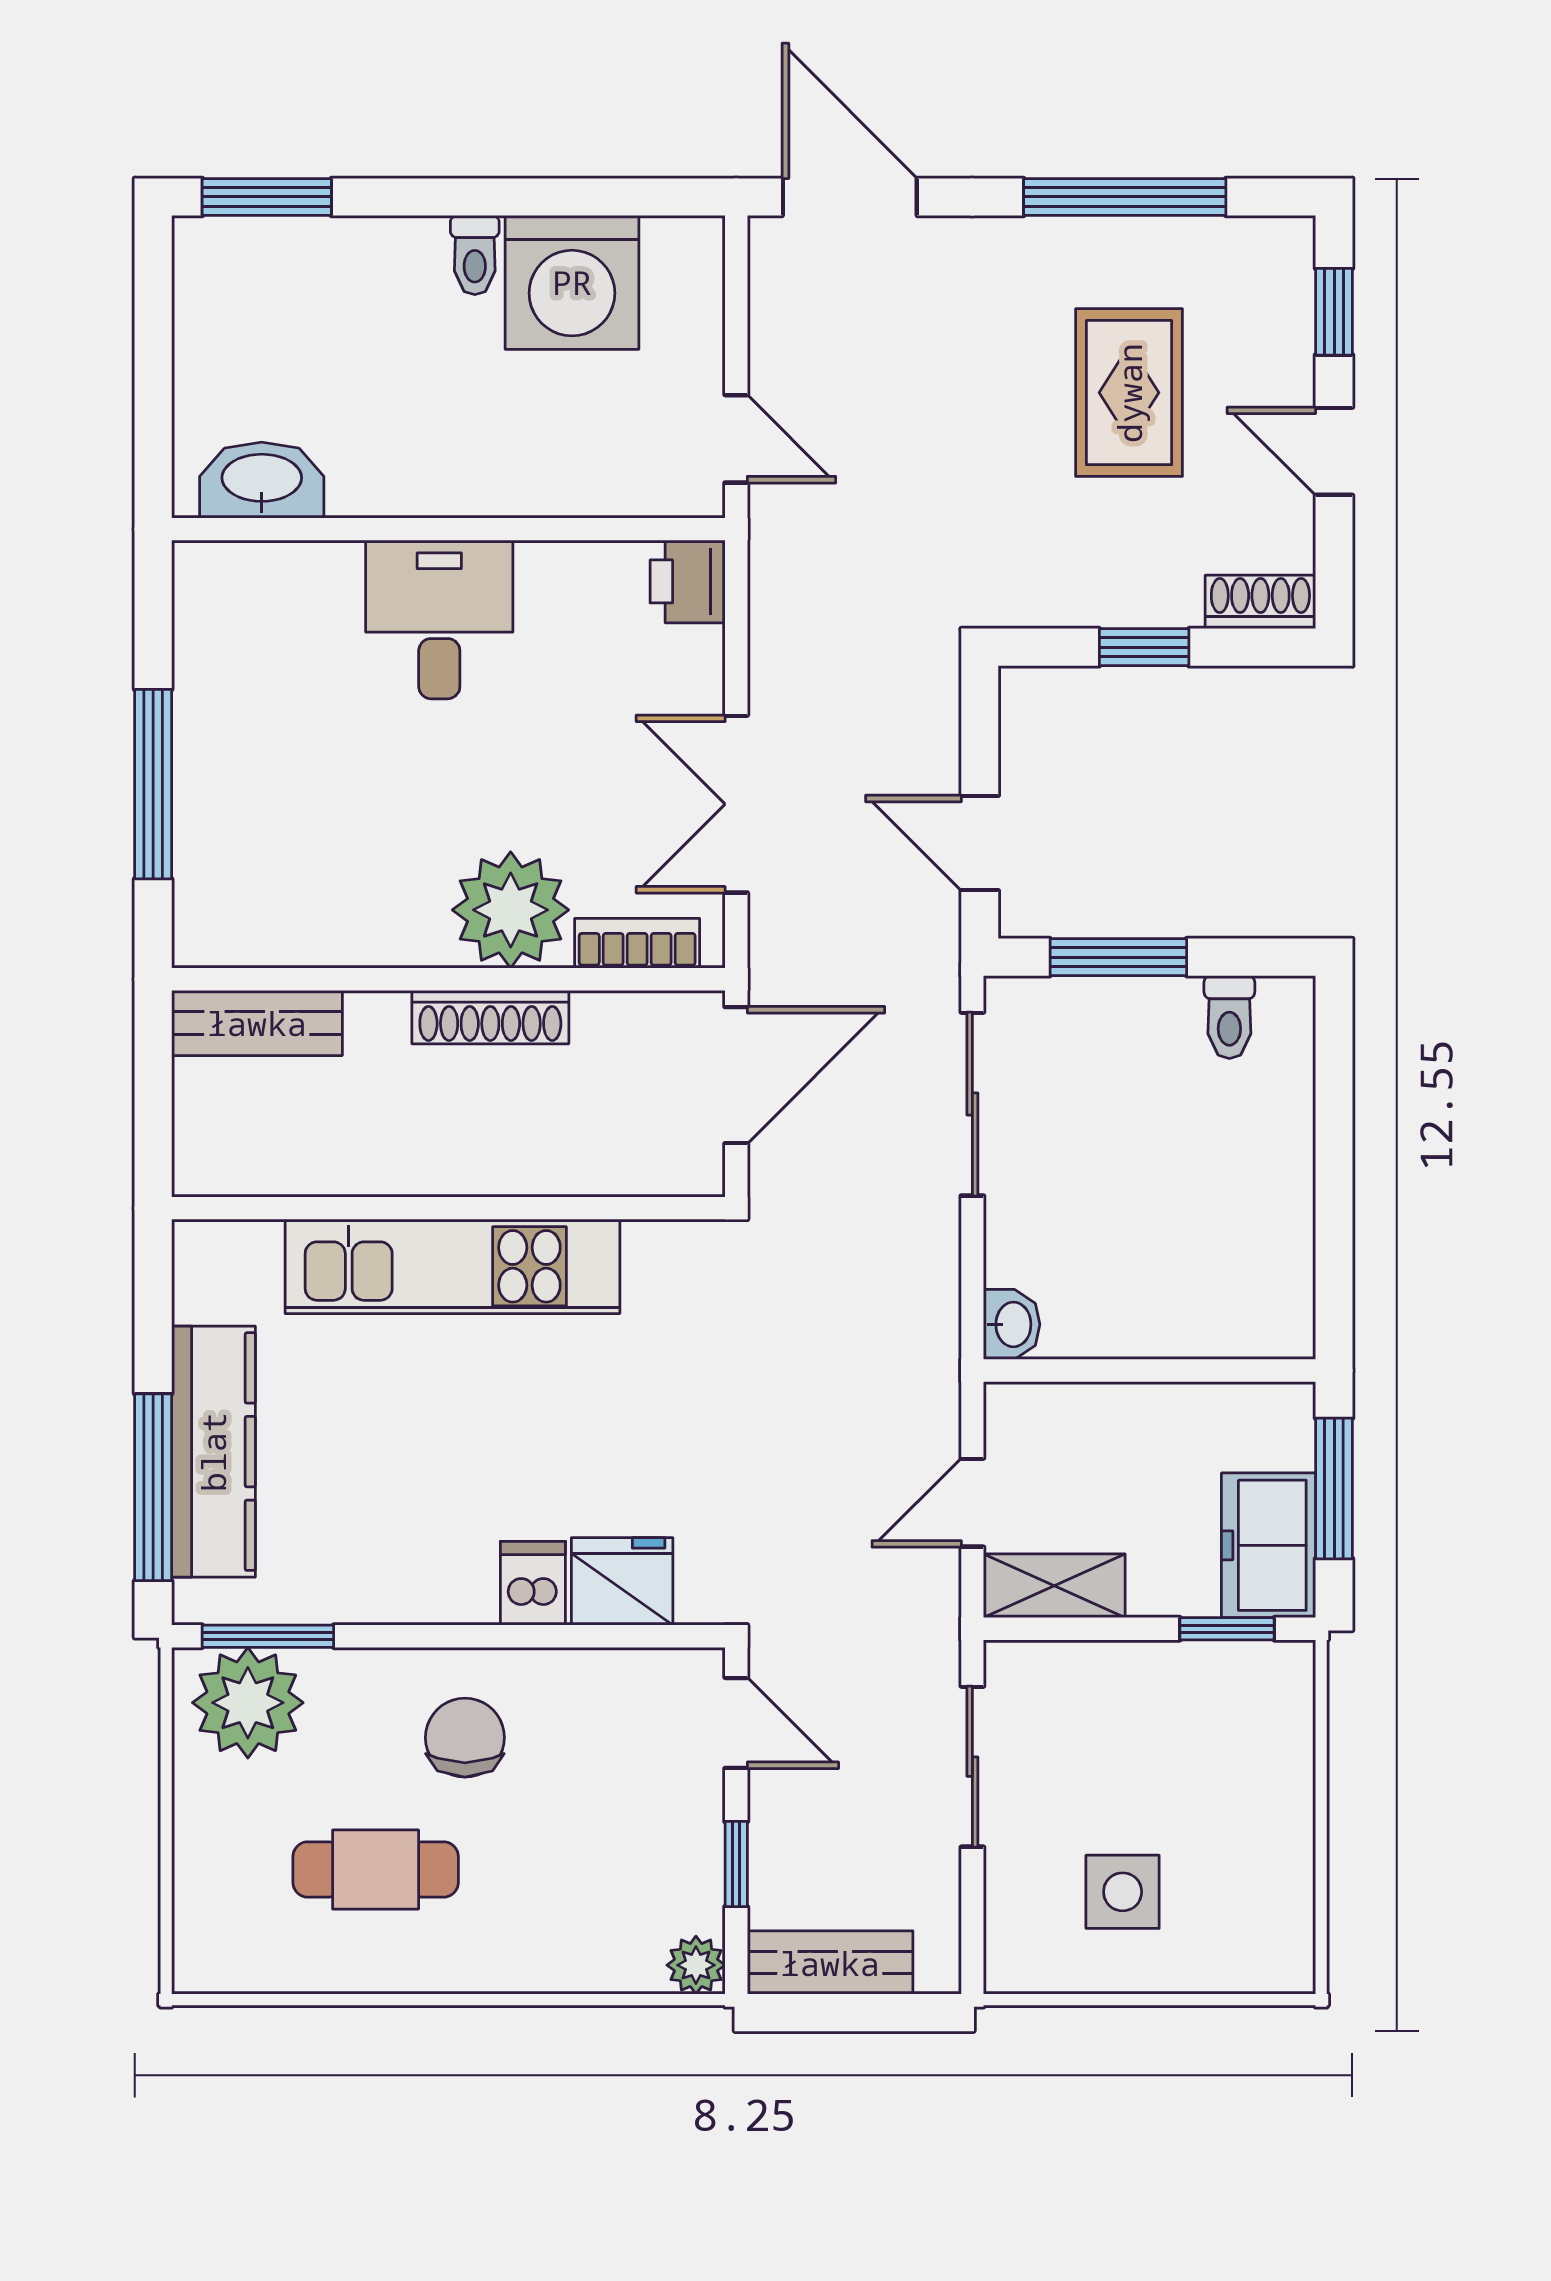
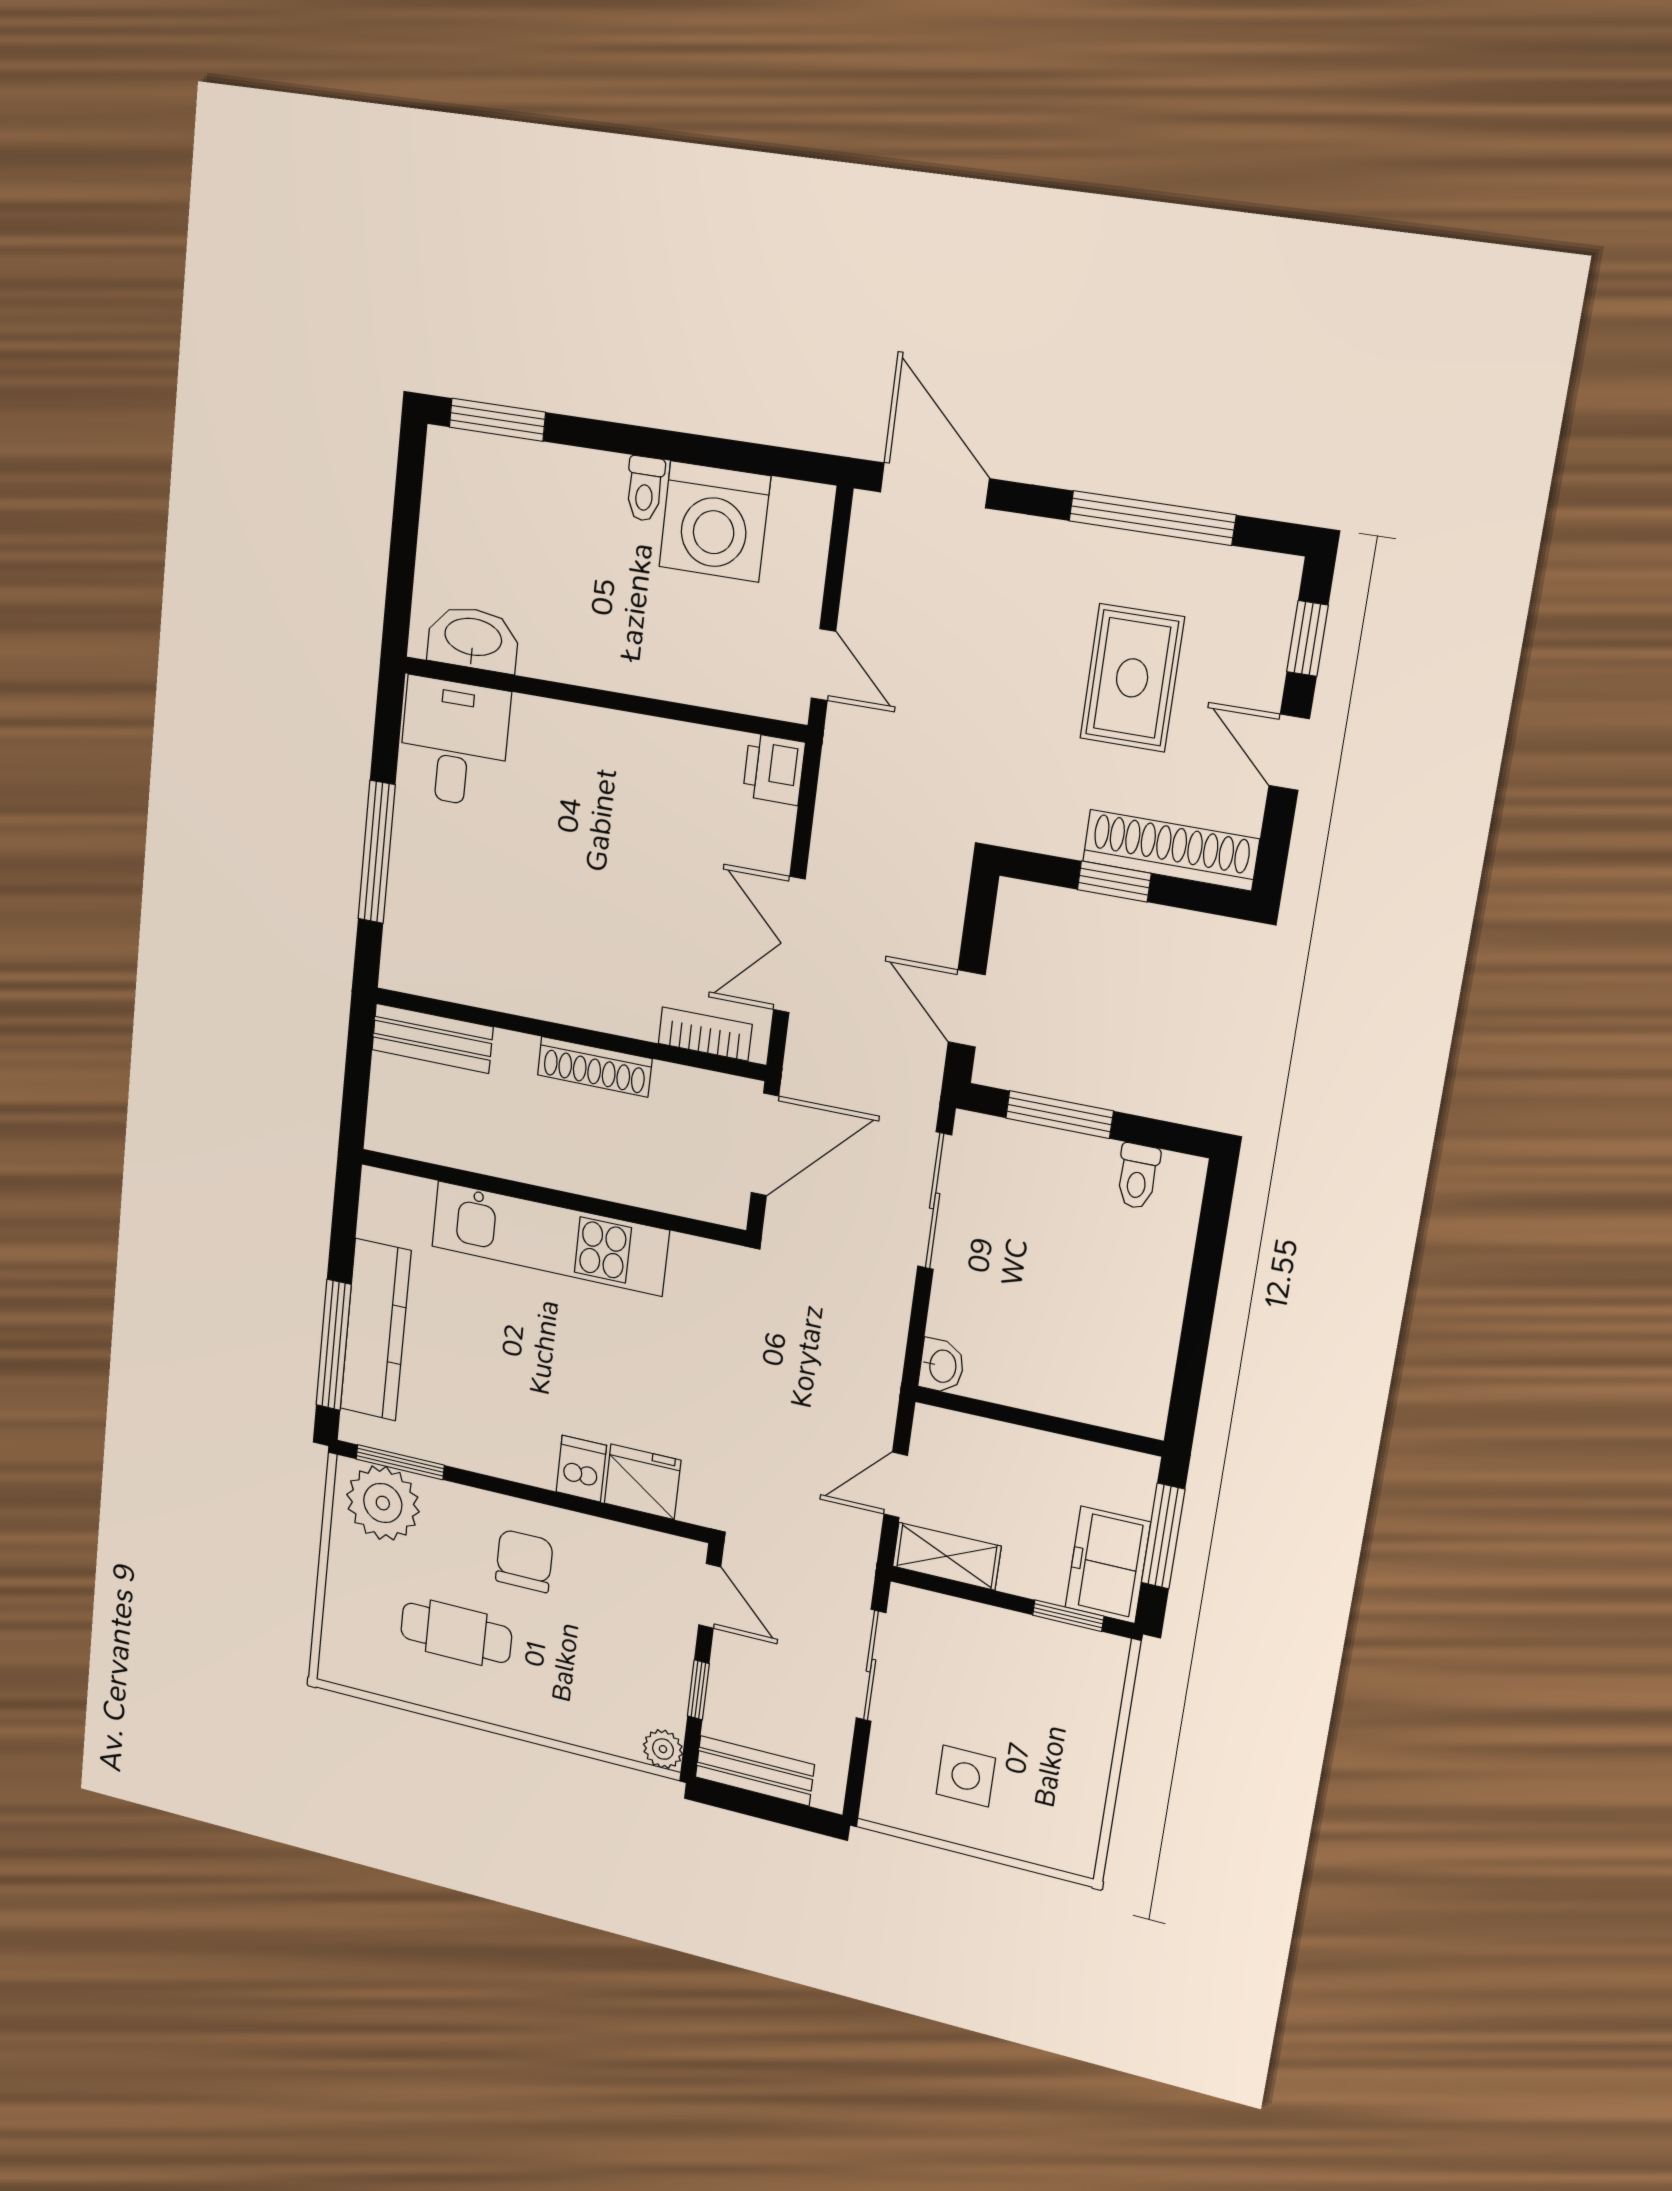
shoe rack: (1260, 602) -> (1171, 850), width x1.94, depth x1.24
desk: (439, 619) -> (454, 742), moved
plant: (511, 910) -> (617, 992), removed

